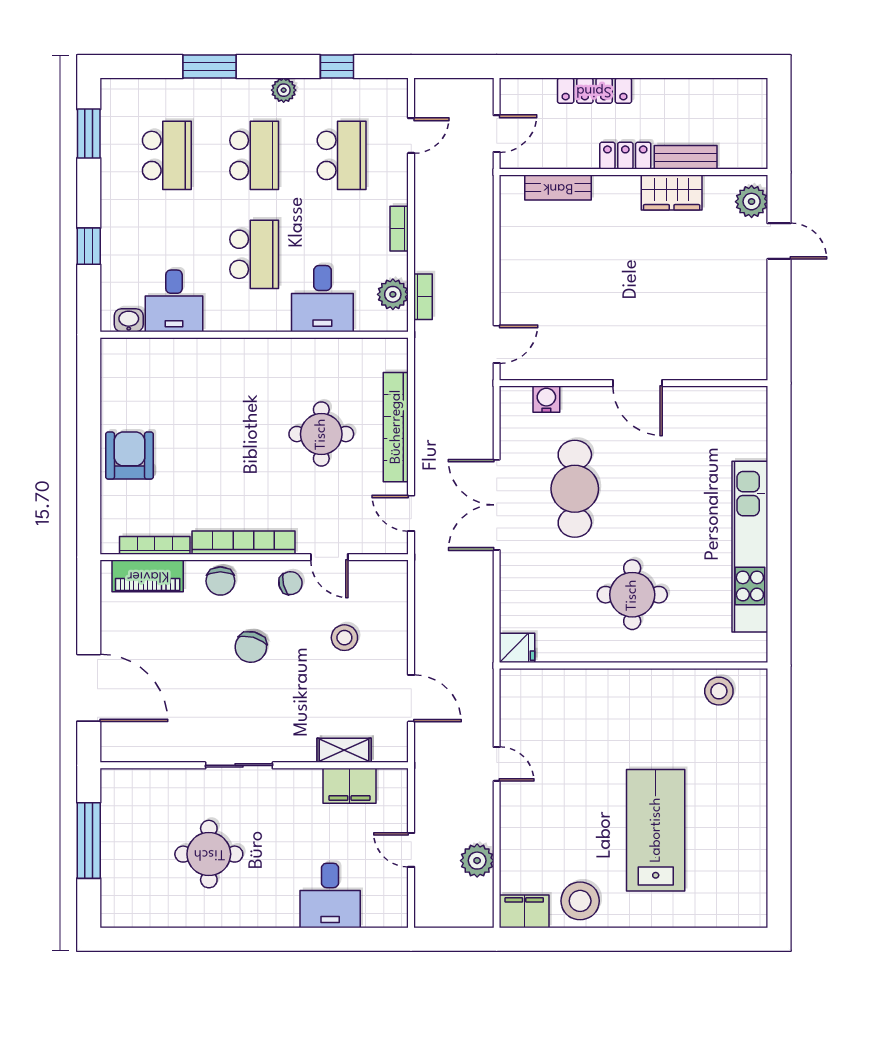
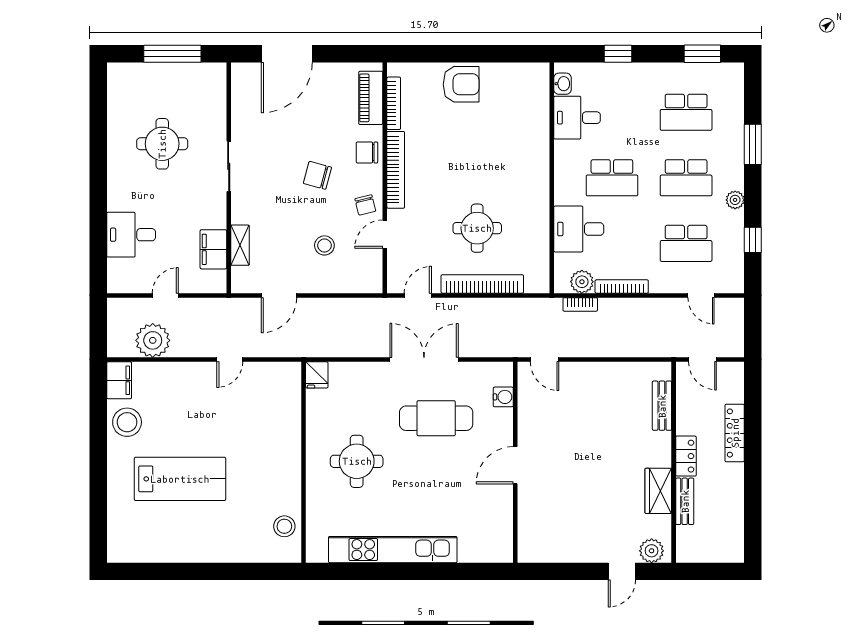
bookcase: (399, 229) -> (622, 287), width x1.56
plant: (477, 861) -> (153, 340), width x1.36, depth x1.36

